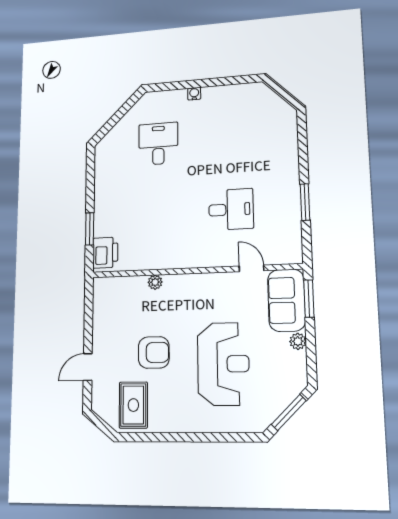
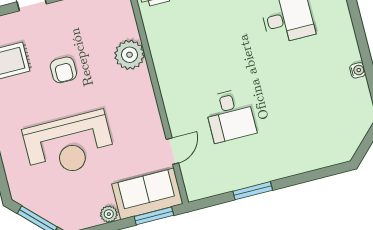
water cooler: (194, 94) -> (358, 70), moved
plant: (155, 282) -> (130, 55), width x1.88, depth x1.88
armchair: (154, 352) -> (63, 70), width x0.72, depth x0.72

